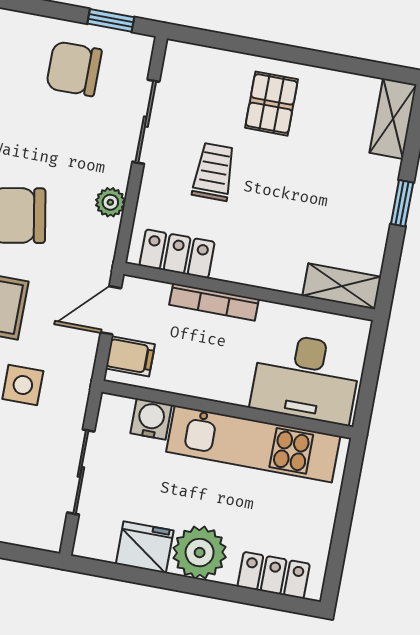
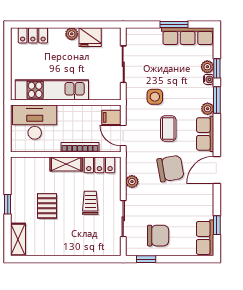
pallet: (271, 104) -> (47, 206), moved
trolley: (214, 172) -> (90, 203), turned 180
shelving: (342, 286) -> (66, 164), moved
door: (111, 310) -> (123, 136), swing flipped
water cooler: (151, 419) -> (97, 92), removed
plant: (200, 553) -> (72, 34), width x0.53, depth x0.53

